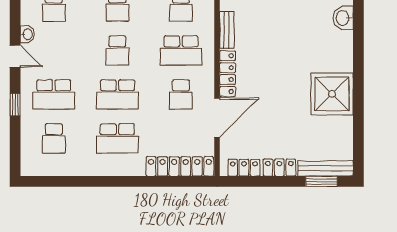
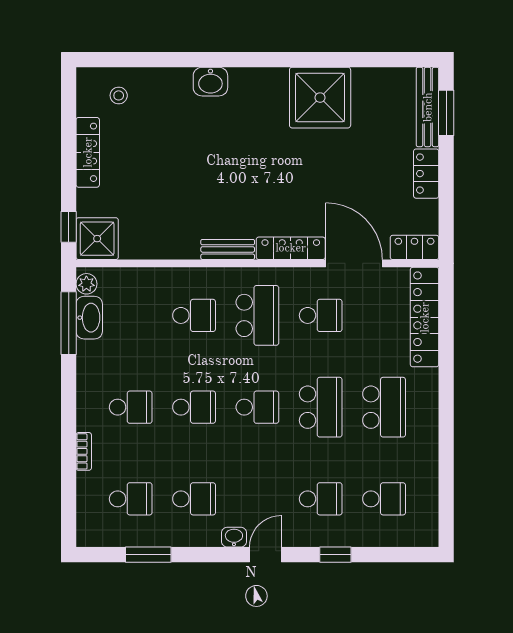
school desk: (54, 94) -> (321, 499), width x0.54
locker: (244, 168) -> (414, 247), moved, turned 90

